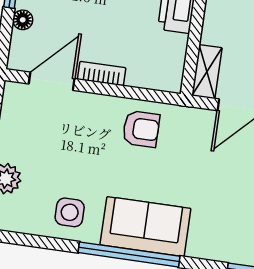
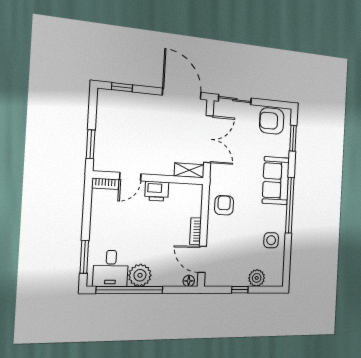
floor lamp: (23, 20) -> (189, 281), moved
sofa: (145, 227) -> (276, 181), moved

